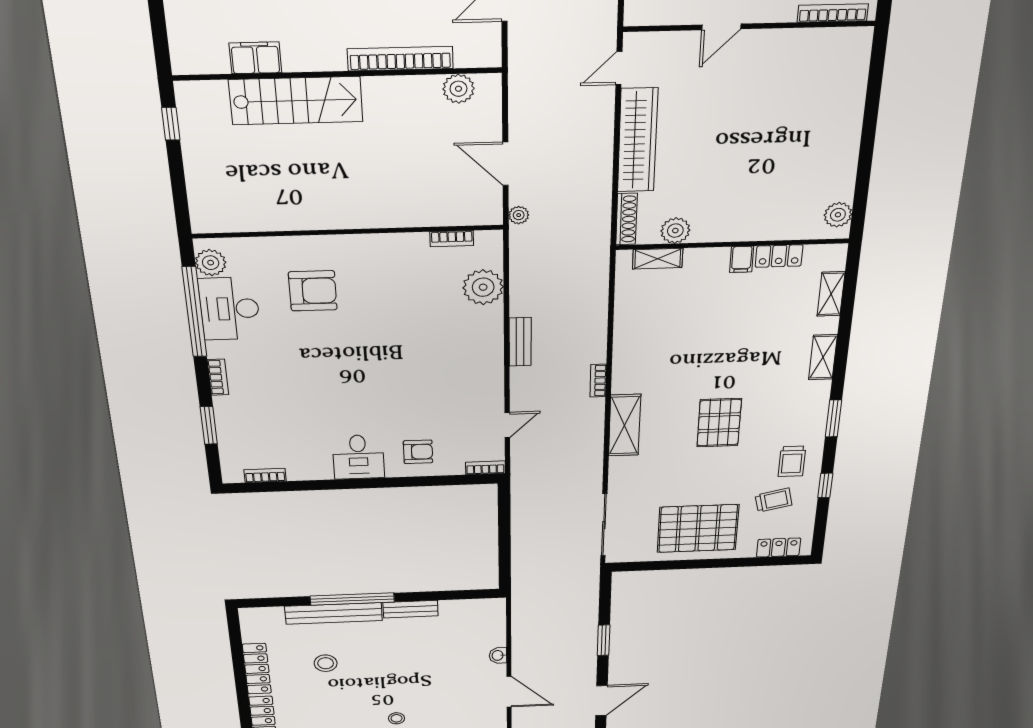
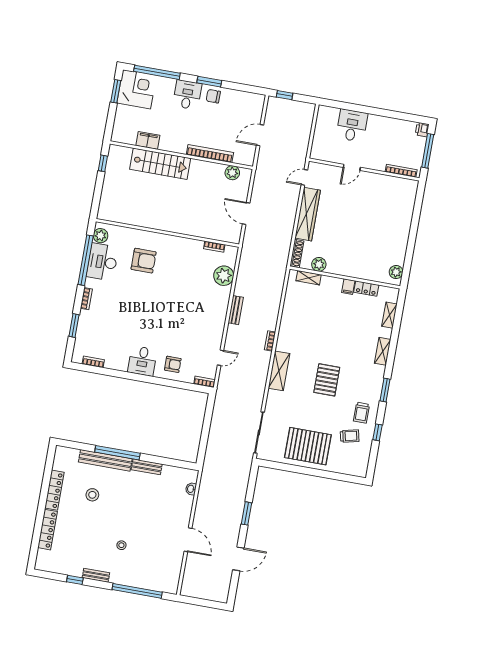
plant: (519, 215) -> (247, 241), removed
locker: (779, 548) -> (349, 469), removed
washbasin: (498, 655) -> (191, 489), moved

